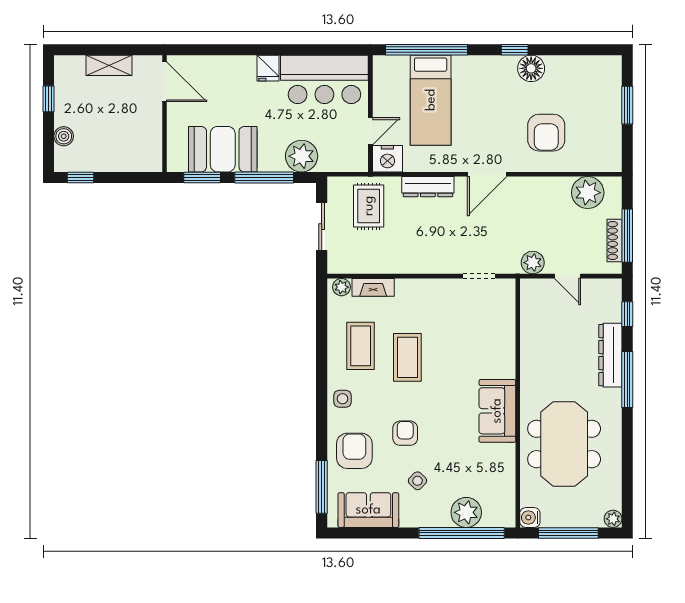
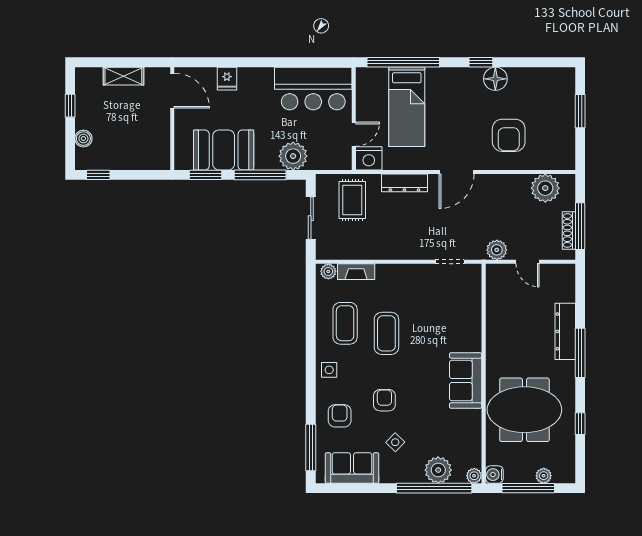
fridge: (268, 68) -> (227, 79), moved
window: (627, 314) -> (580, 424), moved
meeting table: (564, 444) -> (524, 410), turned 90
armchair: (354, 451) -> (340, 416), width x0.72, depth x0.72
plant: (507, 519) -> (474, 476), added
plant: (613, 519) -> (544, 476), moved

